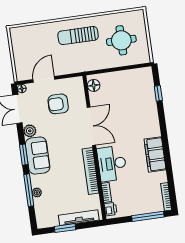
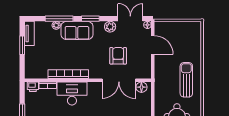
armchair: (58, 104) -> (118, 56), moved
double door: (91, 126) -> (119, 80), moved
sofa: (38, 156) -> (77, 30), moved
tv unit: (79, 218) -> (29, 33), moved, width x0.71

